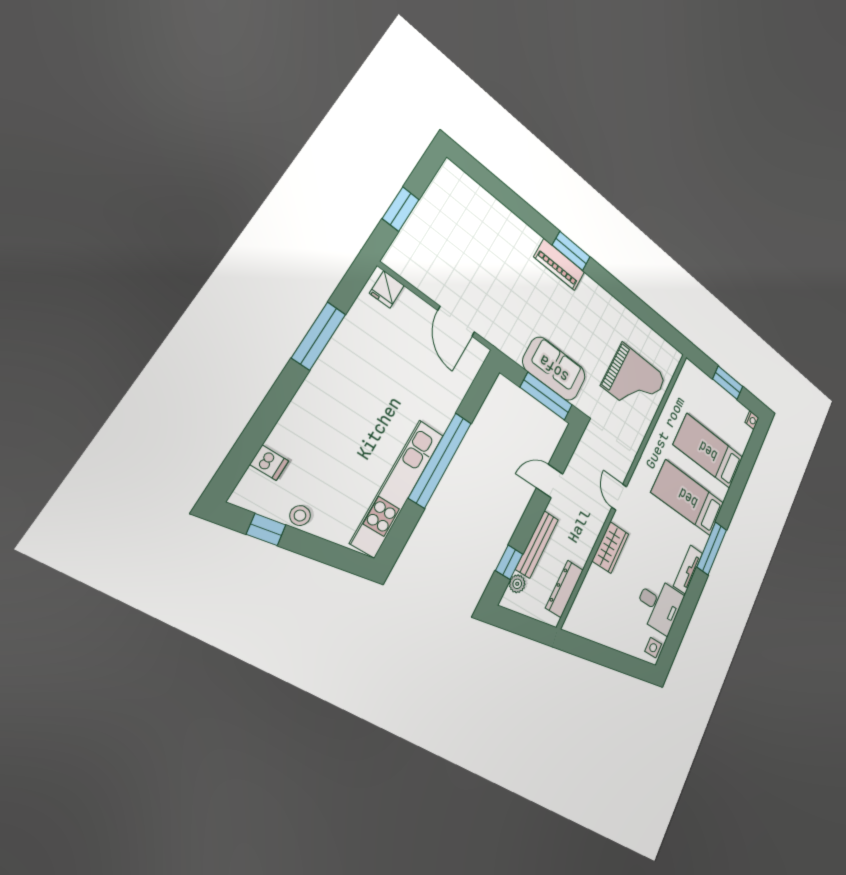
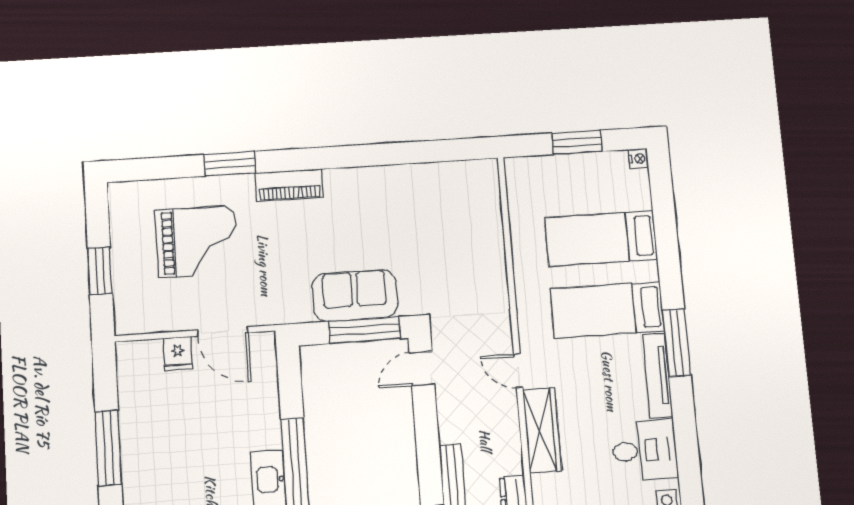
window: (571, 251) -> (230, 164), moved
fridge: (387, 289) -> (178, 353), moved
grand piano: (634, 381) -> (197, 241), moved
door: (550, 481) -> (422, 369), moved
wardrobe: (610, 547) -> (542, 430), width x1.50
tv unit: (688, 570) -> (658, 375), width x1.41

